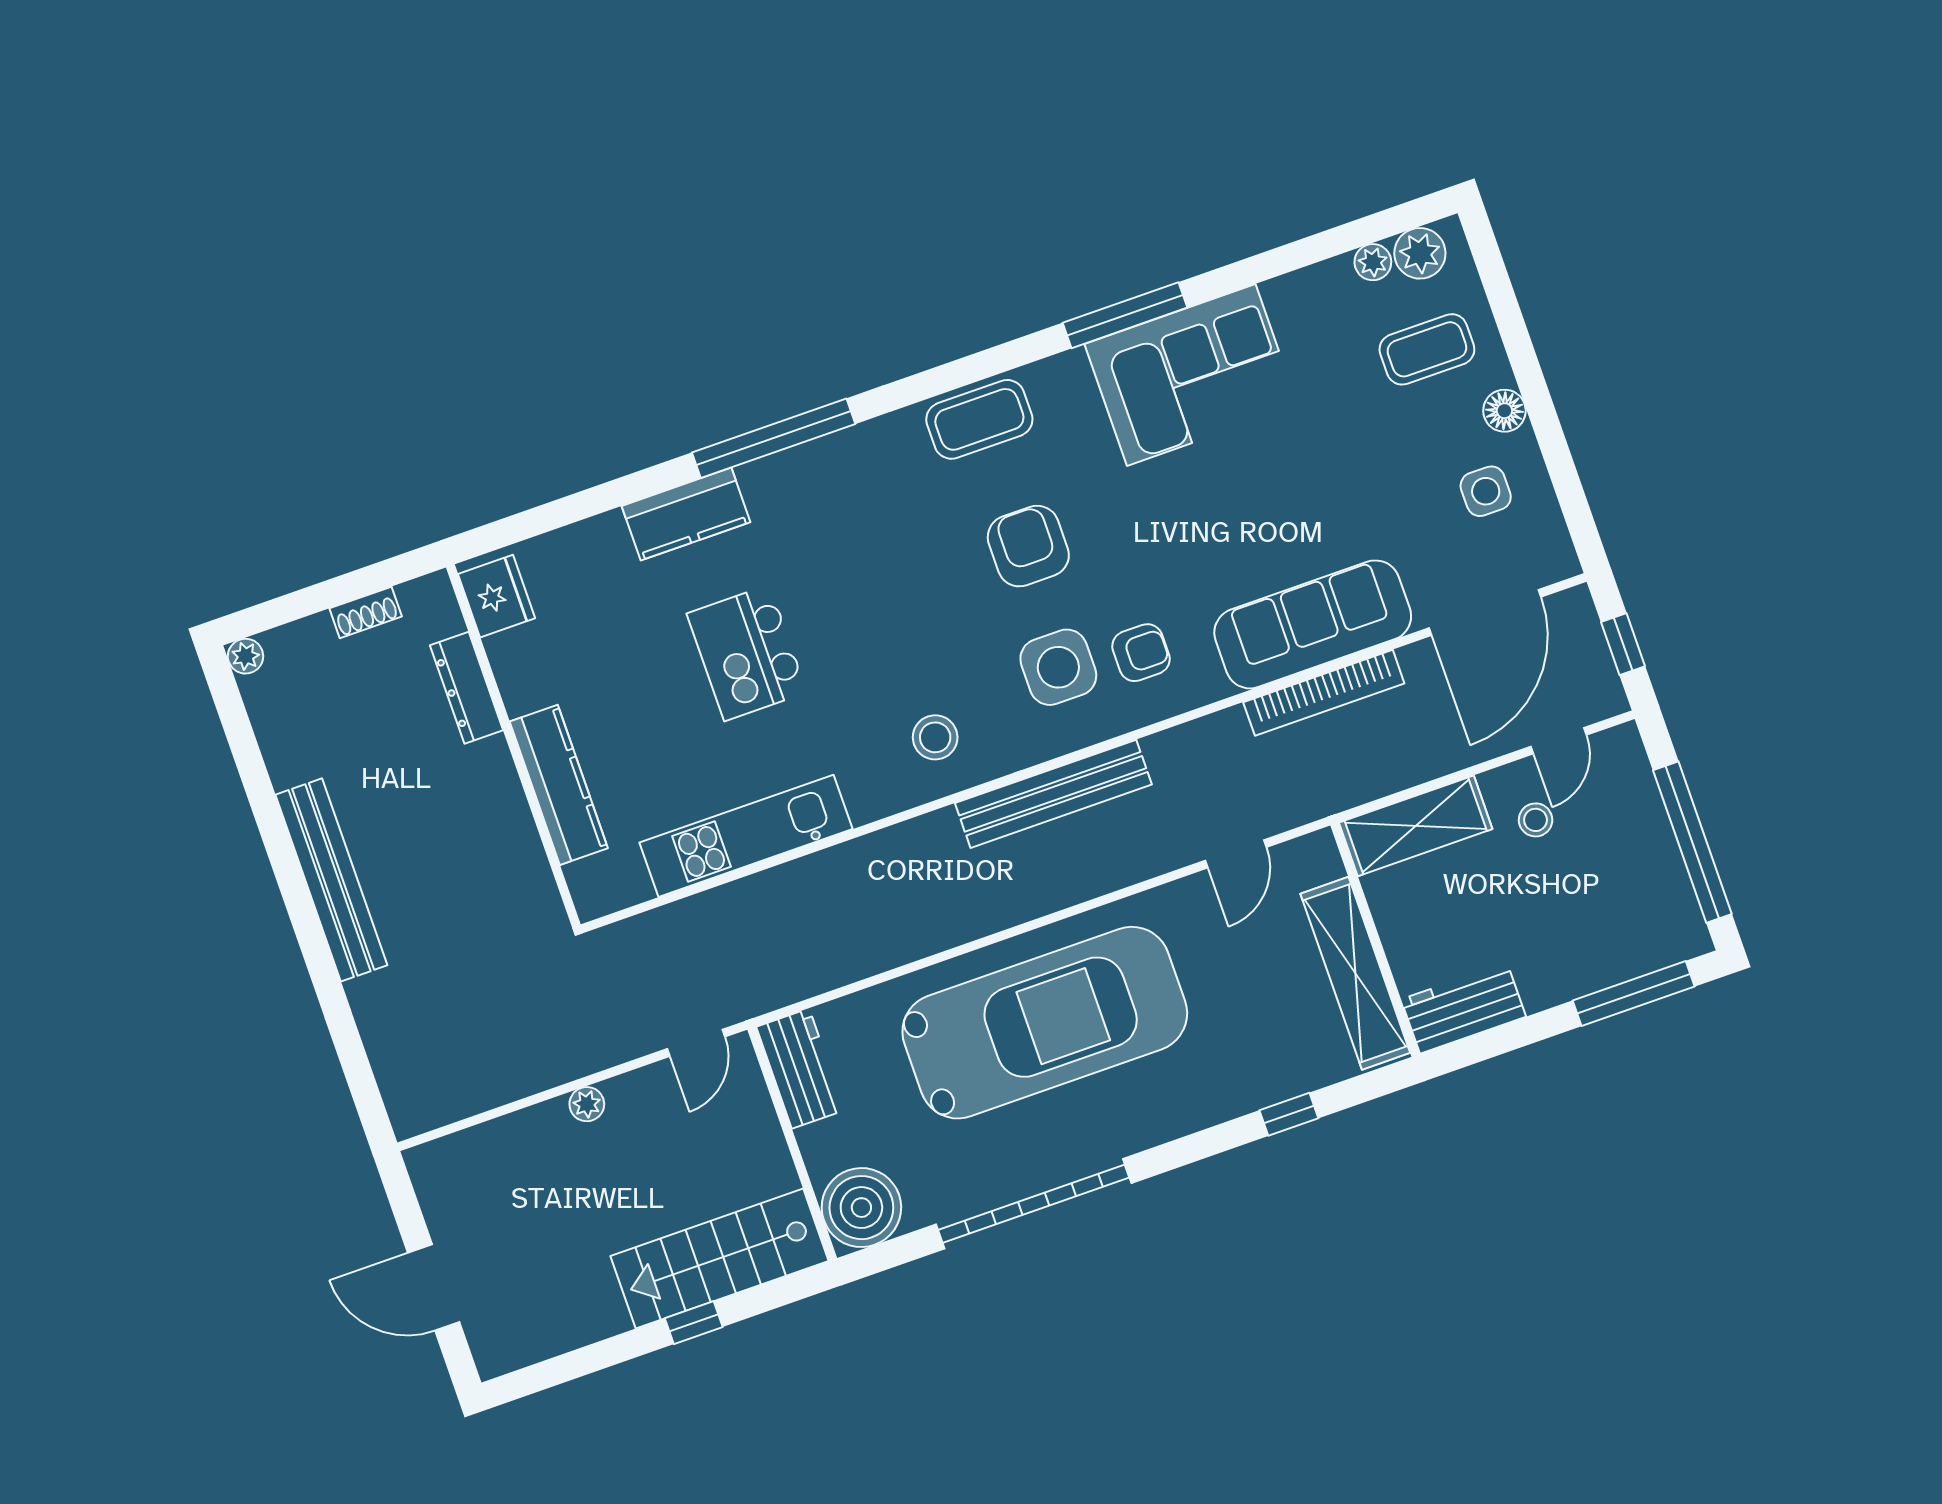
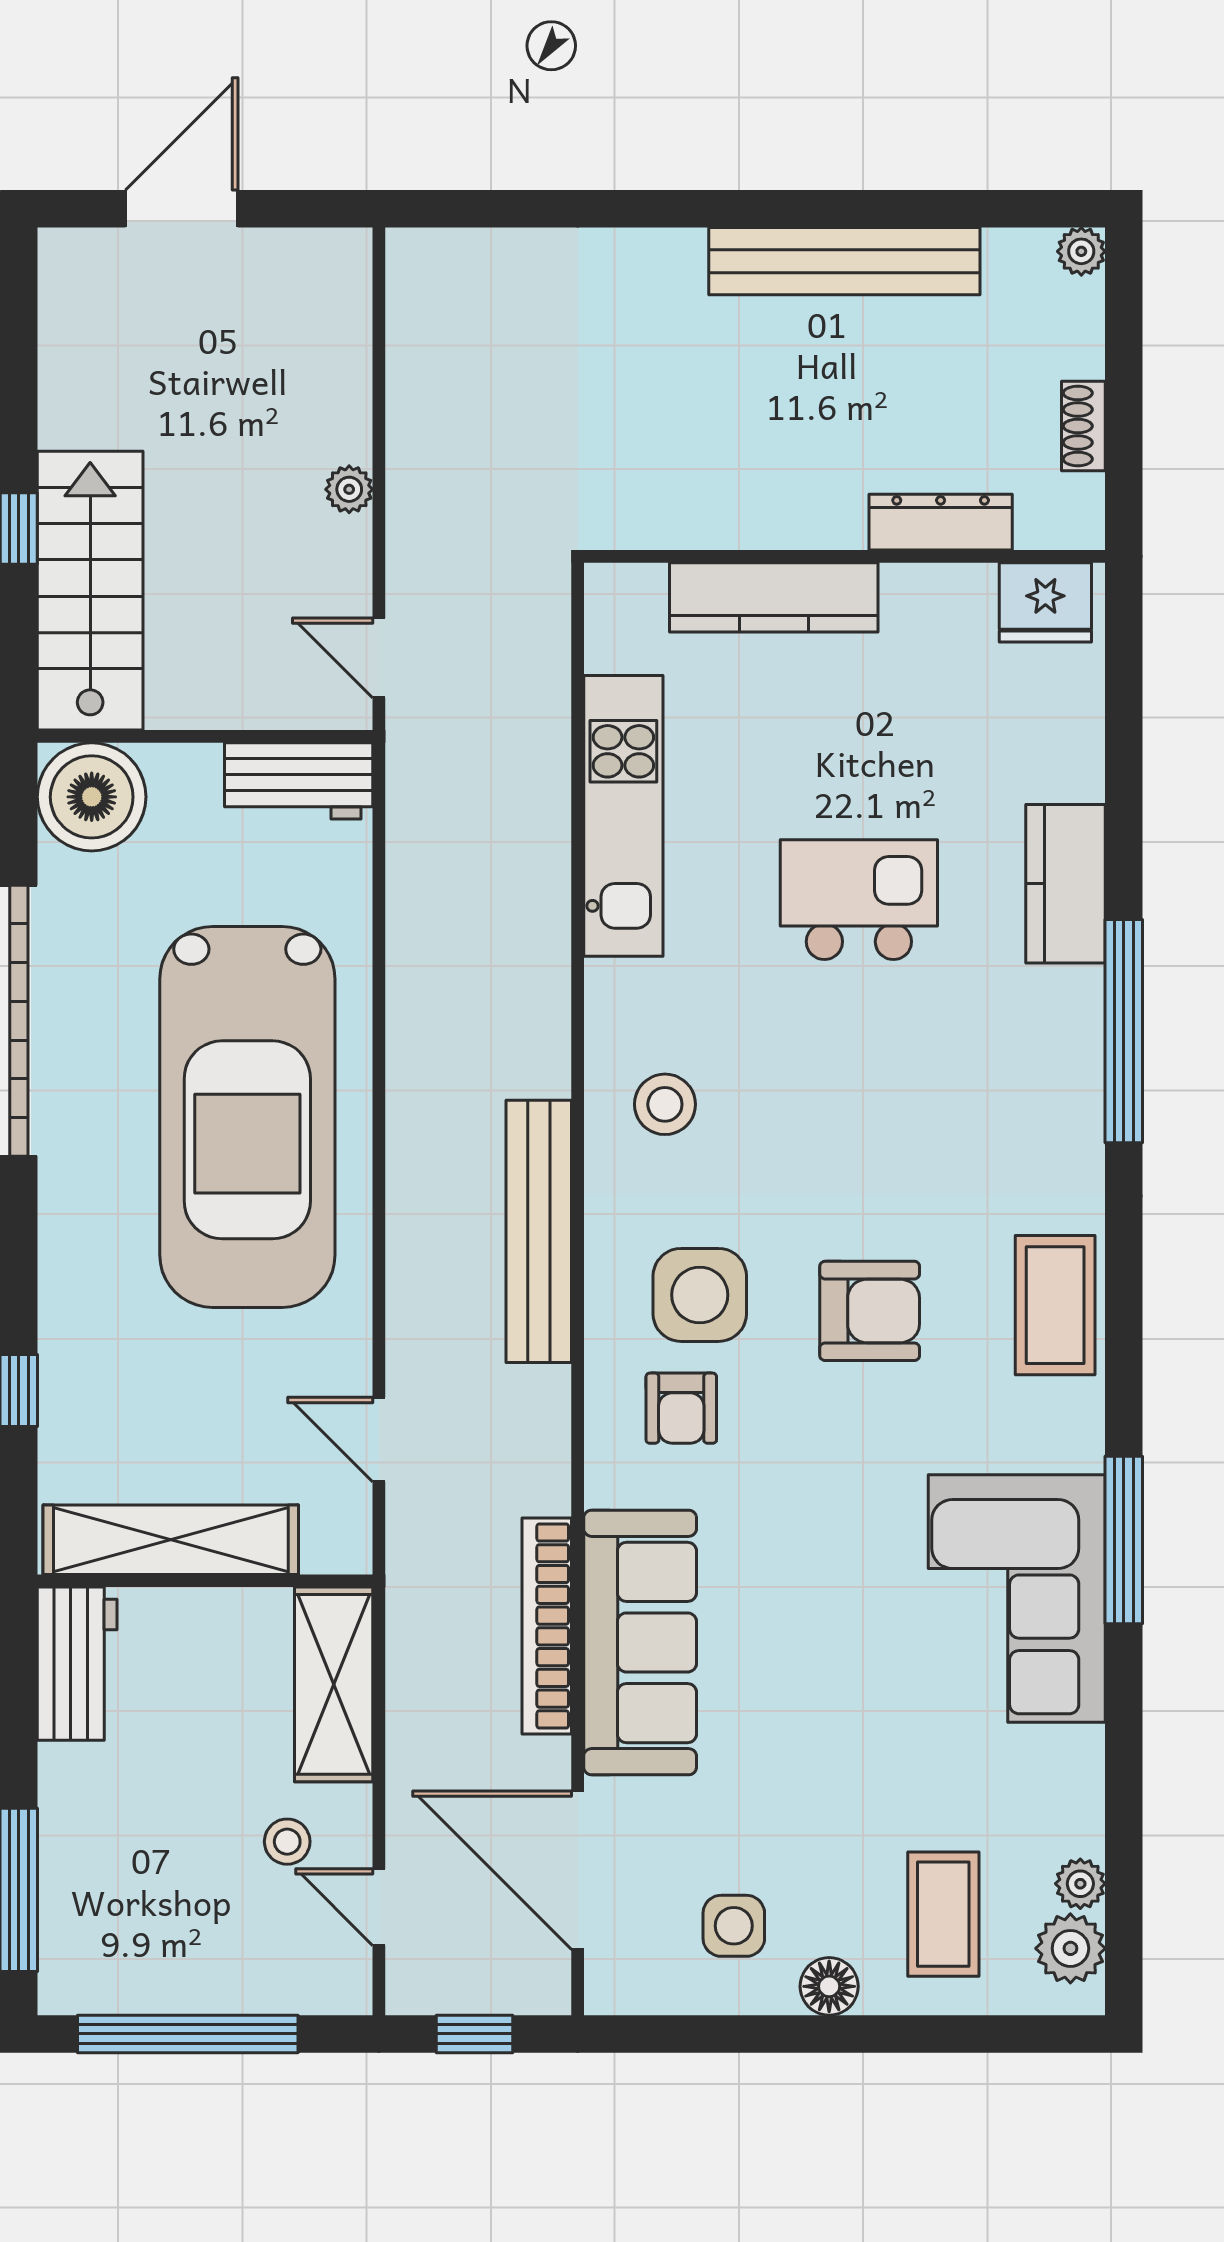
bench: (331, 880) -> (844, 261), moved

